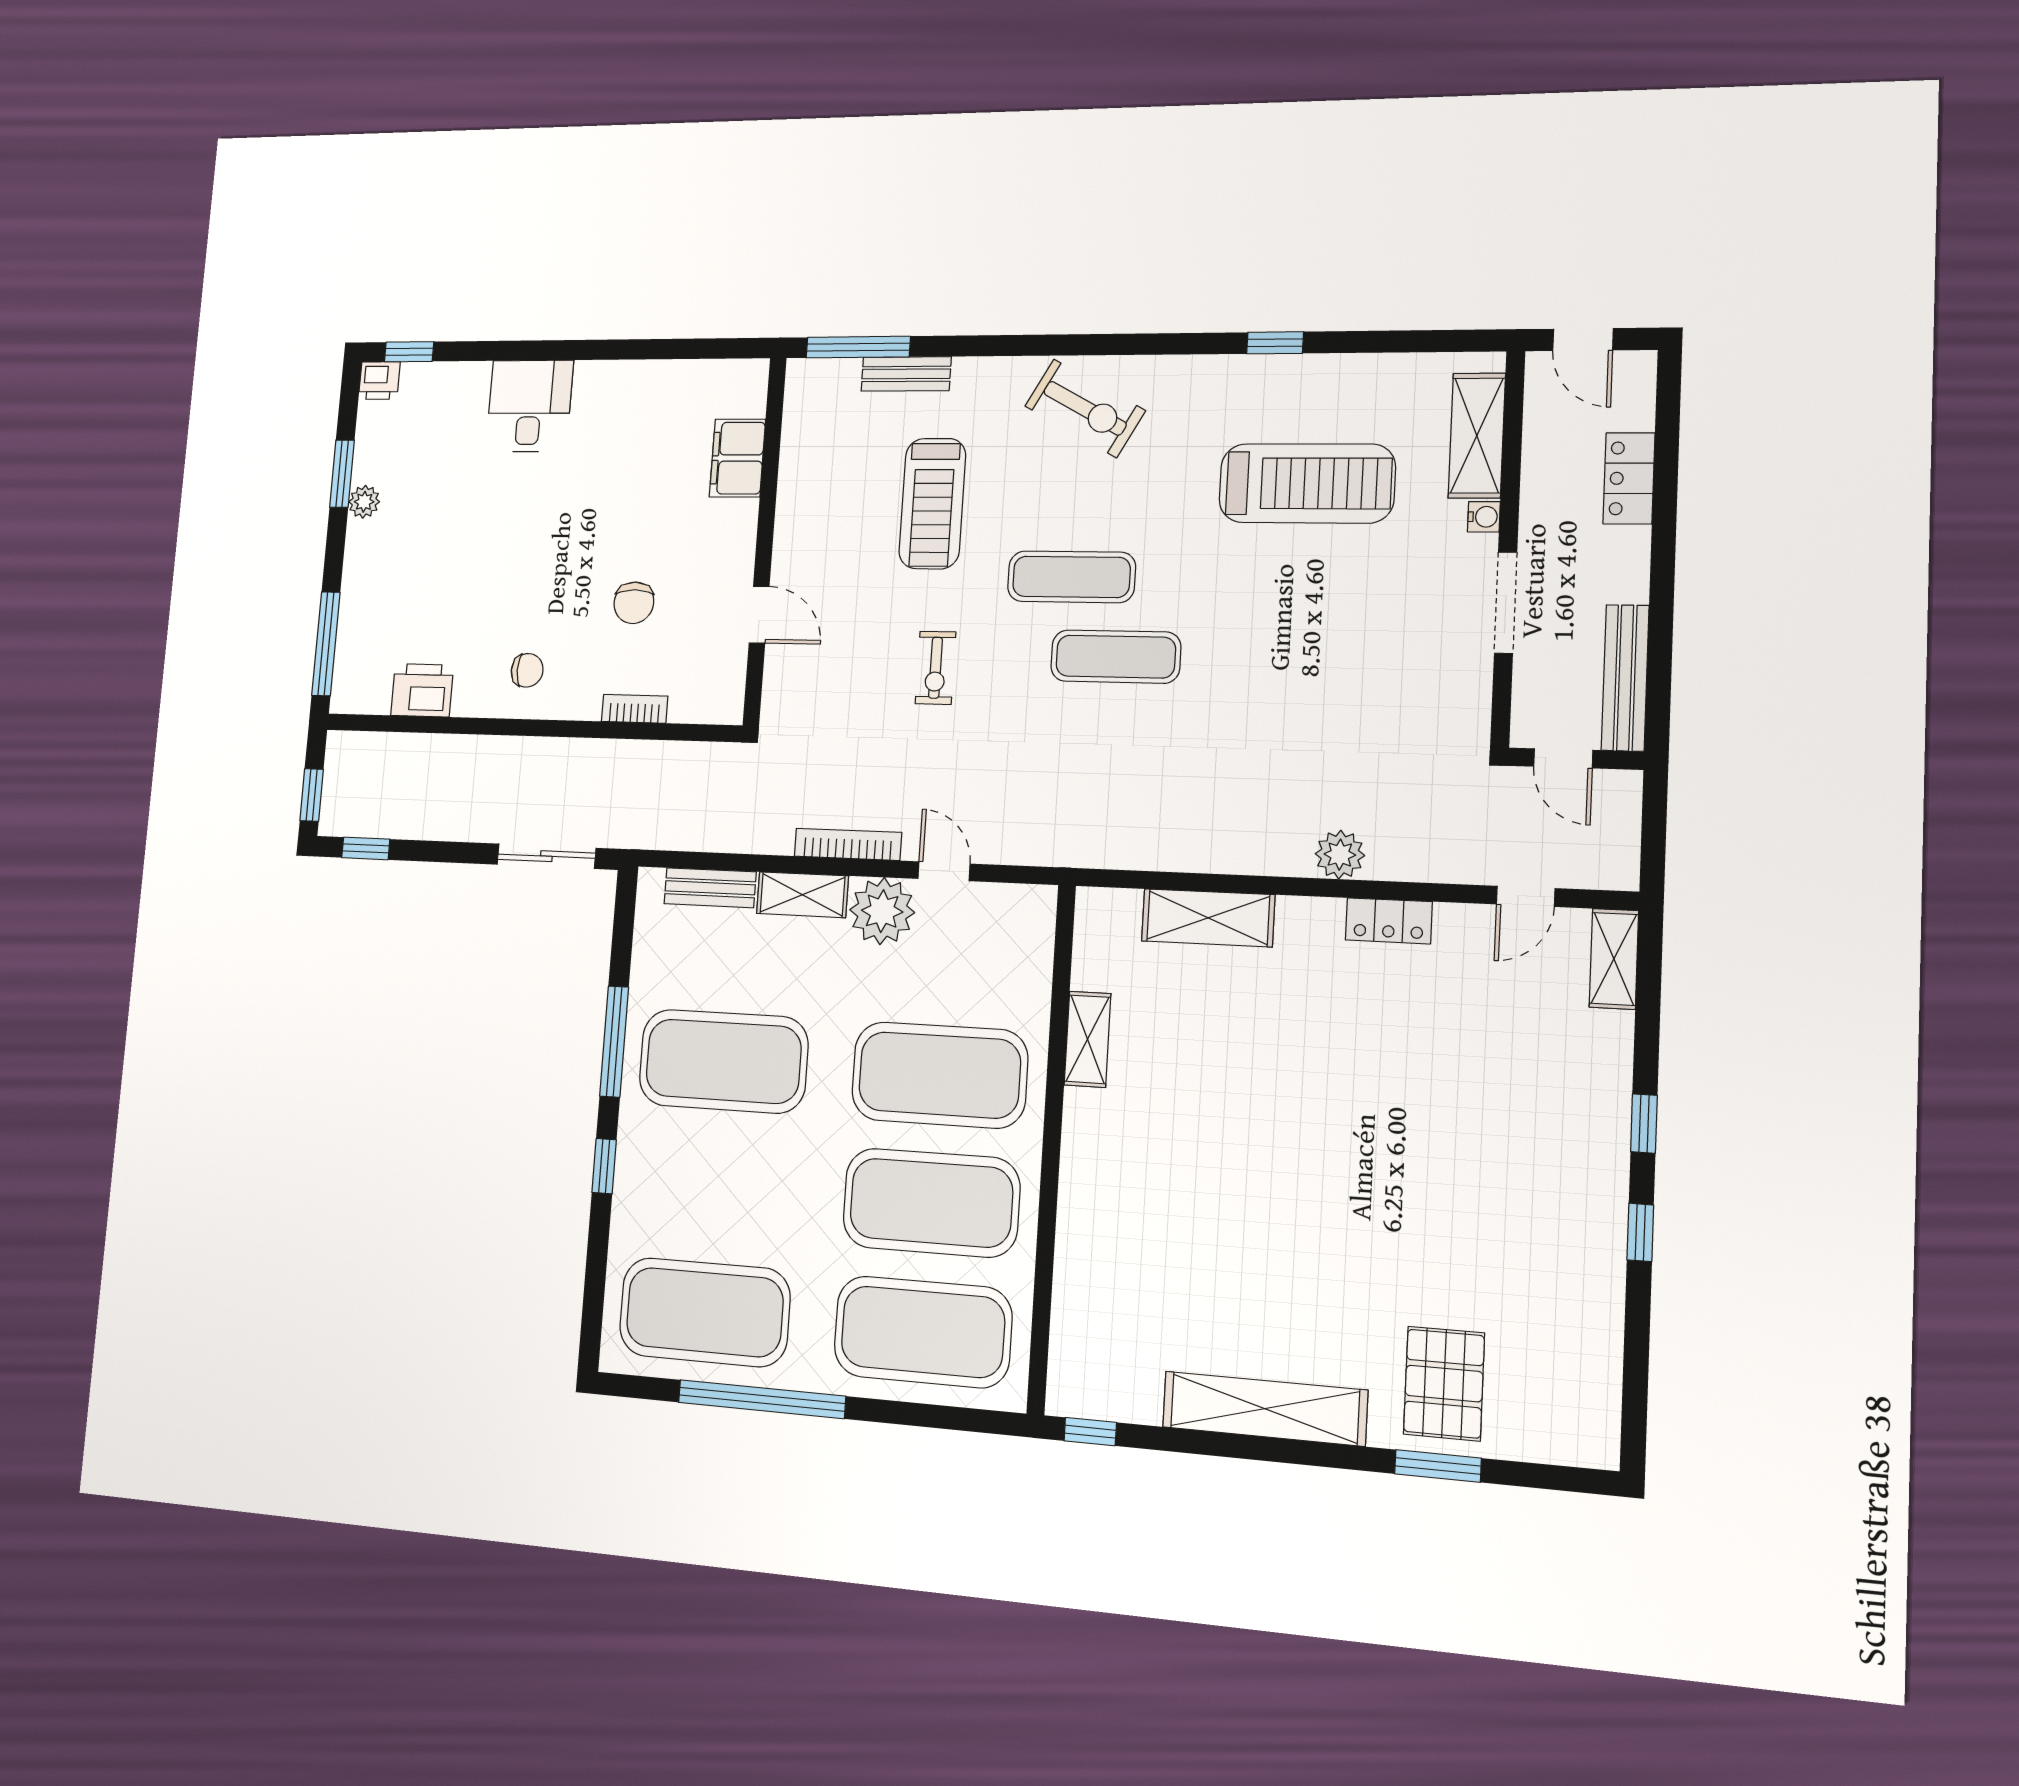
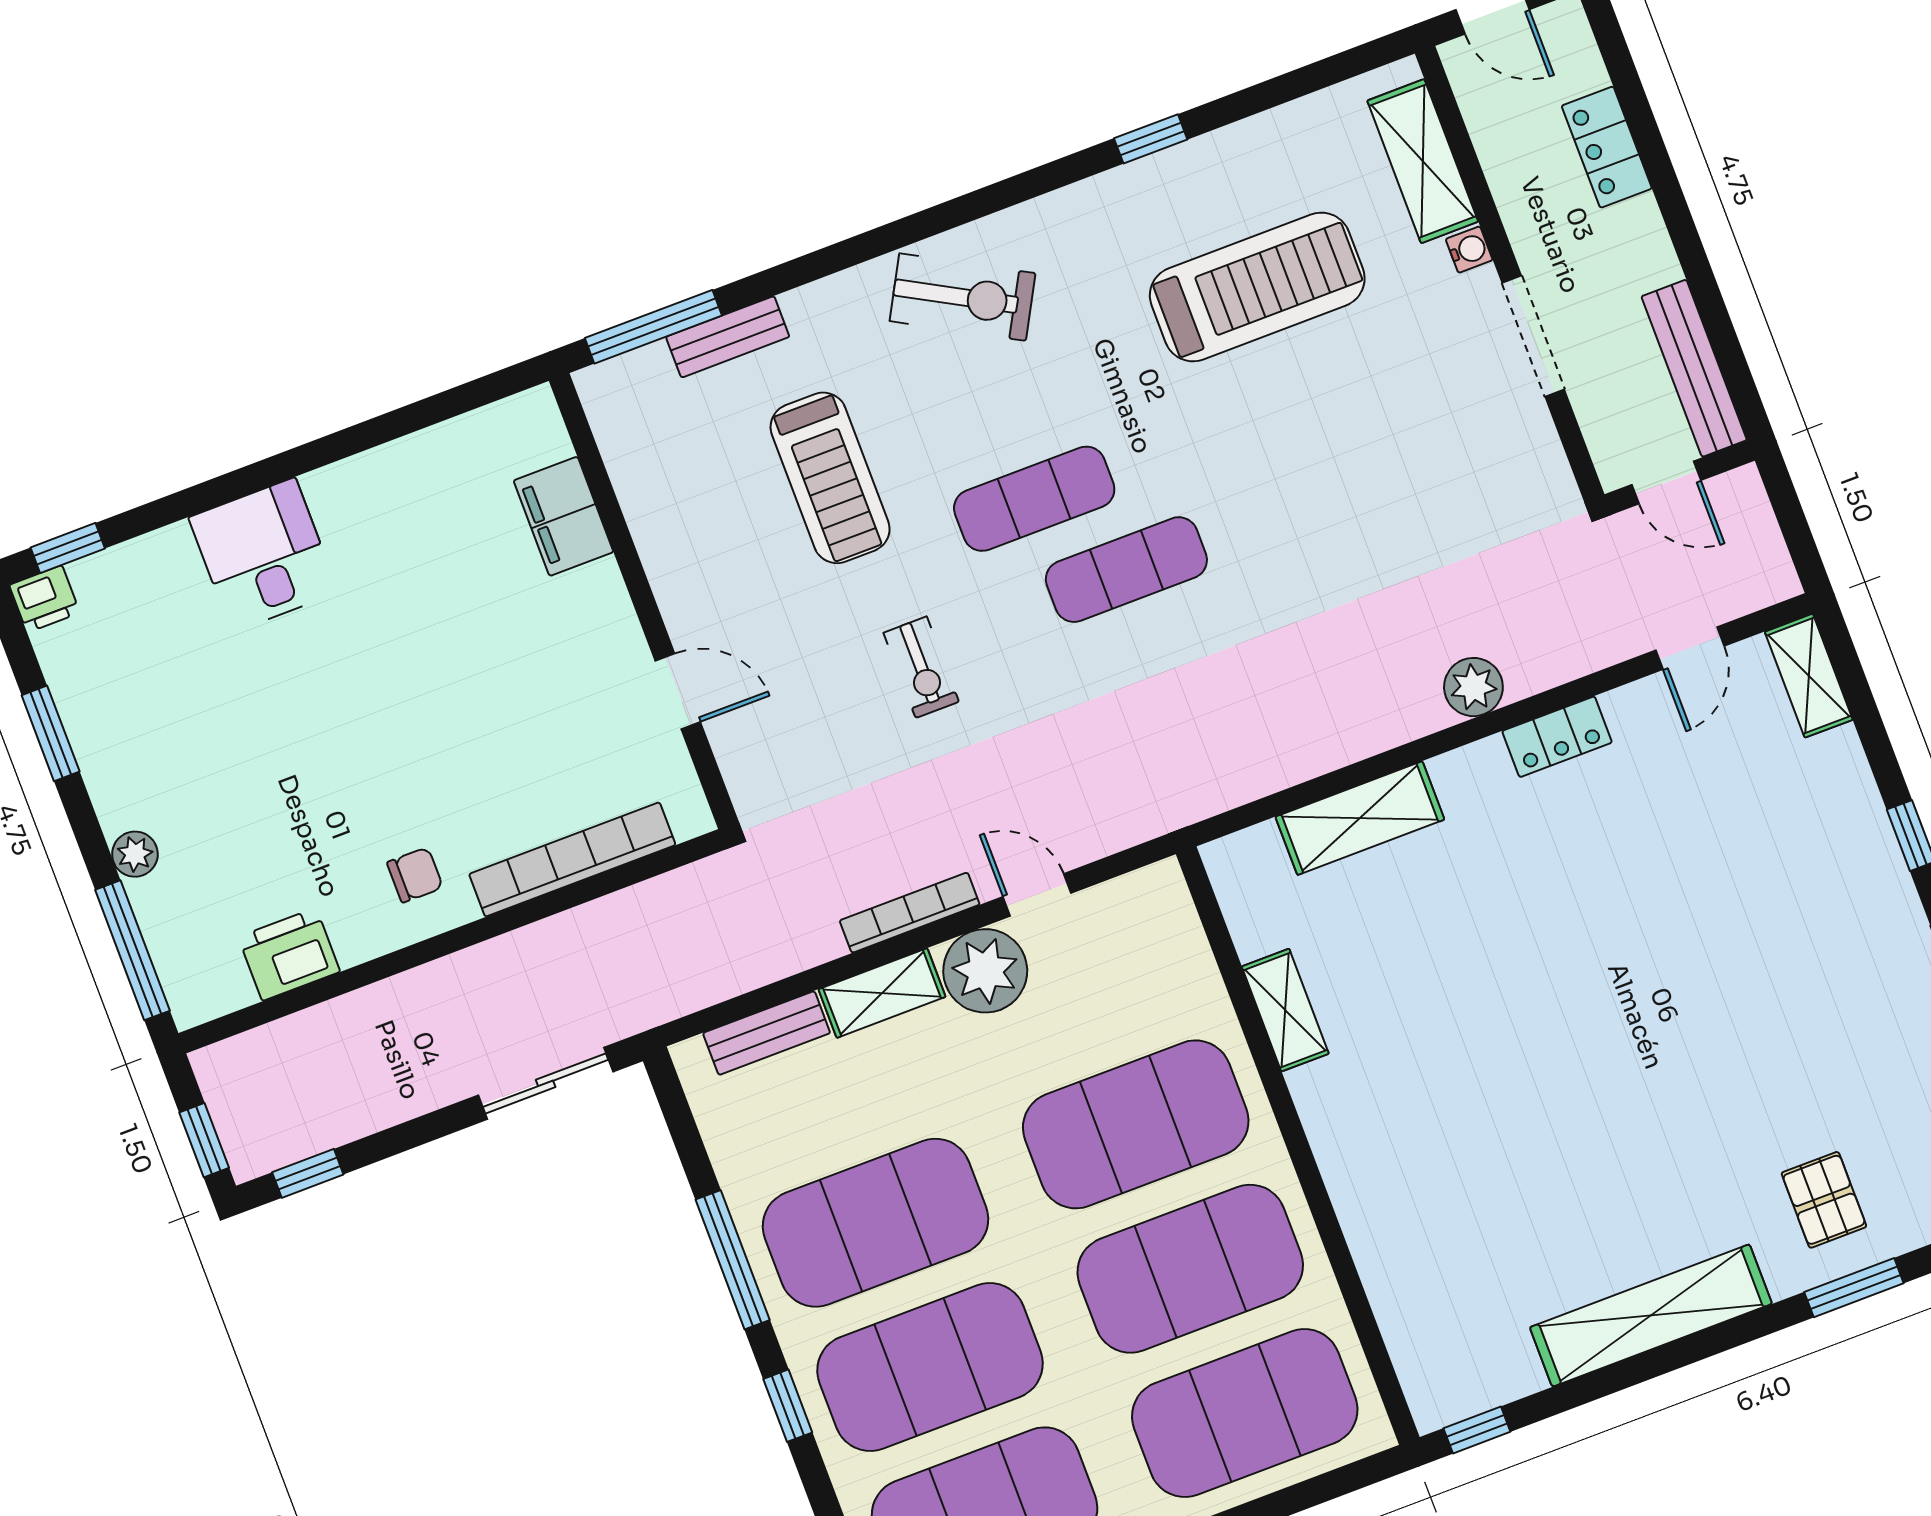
plant: (364, 502) -> (135, 854), moved
chair: (634, 603) -> (514, 740), removed
bookcase: (635, 709) -> (572, 859), width x2.31, depth x1.31
exercise mat: (714, 1186) -> (930, 1367), added
pallet: (1444, 1384) -> (1824, 1200), width x0.67, depth x0.71

